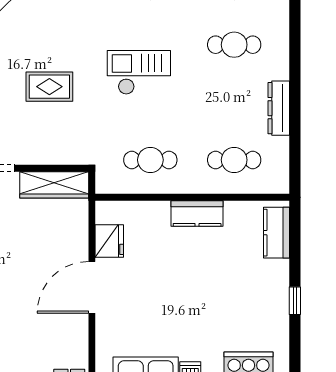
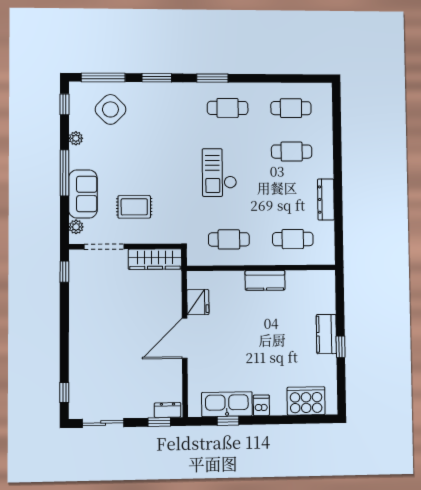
checkout: (139, 72) -> (219, 173), turned -90
rug: (49, 87) -> (134, 207), moved
kitchen counter: (276, 233) -> (326, 334), moved

